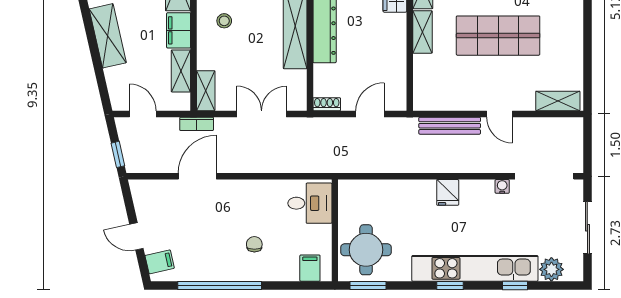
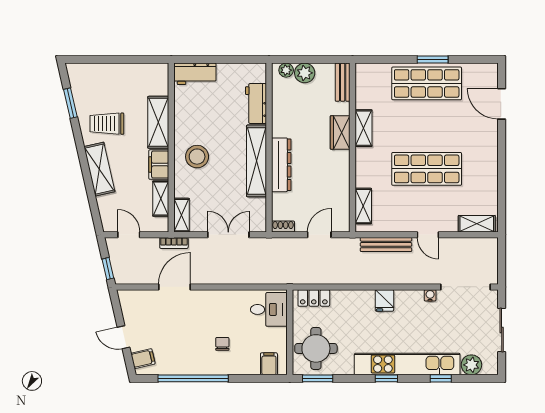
stool: (224, 21) -> (197, 157), width x1.89, depth x1.89
shelving: (422, 32) -> (363, 206), moved
locker: (363, 190) -> (314, 298), added

